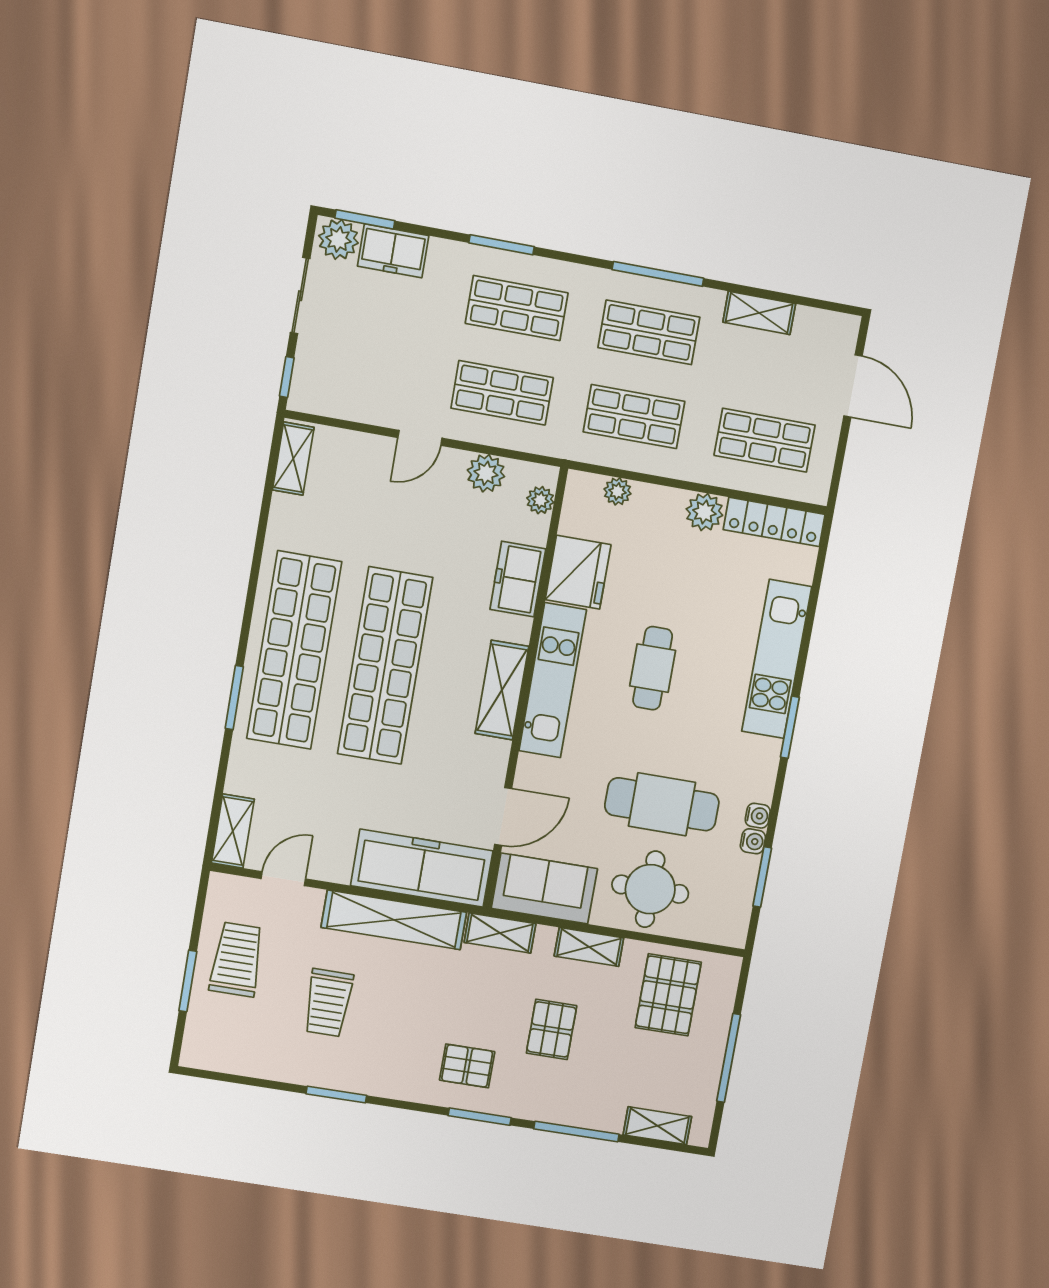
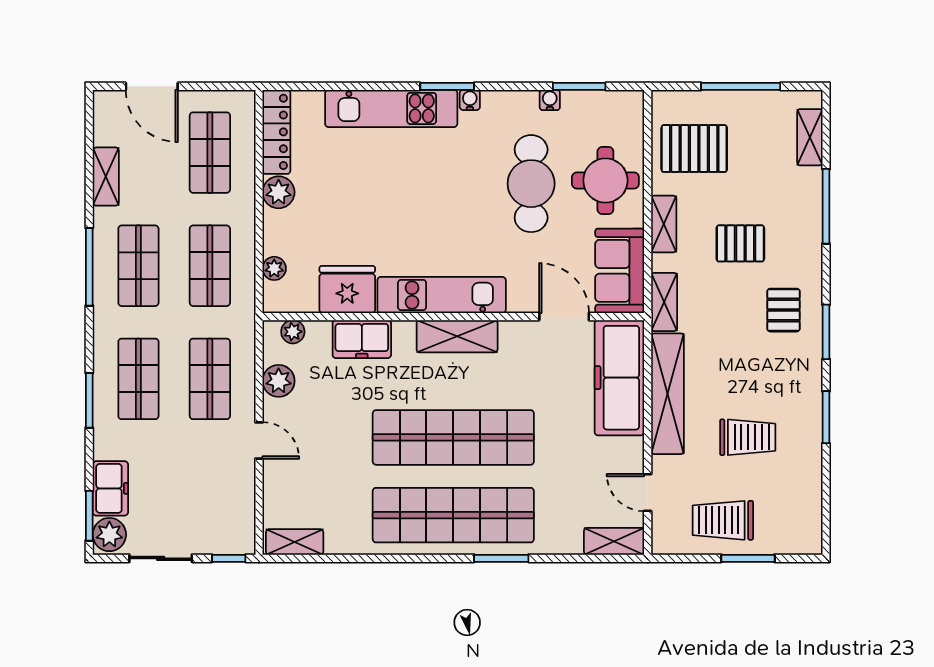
door: (853, 386) -> (152, 86), swing flipped
cafe table: (653, 668) -> (417, 212), removed
water cooler: (758, 816) -> (470, 100), moved
window: (480, 1117) -> (826, 332), moved

